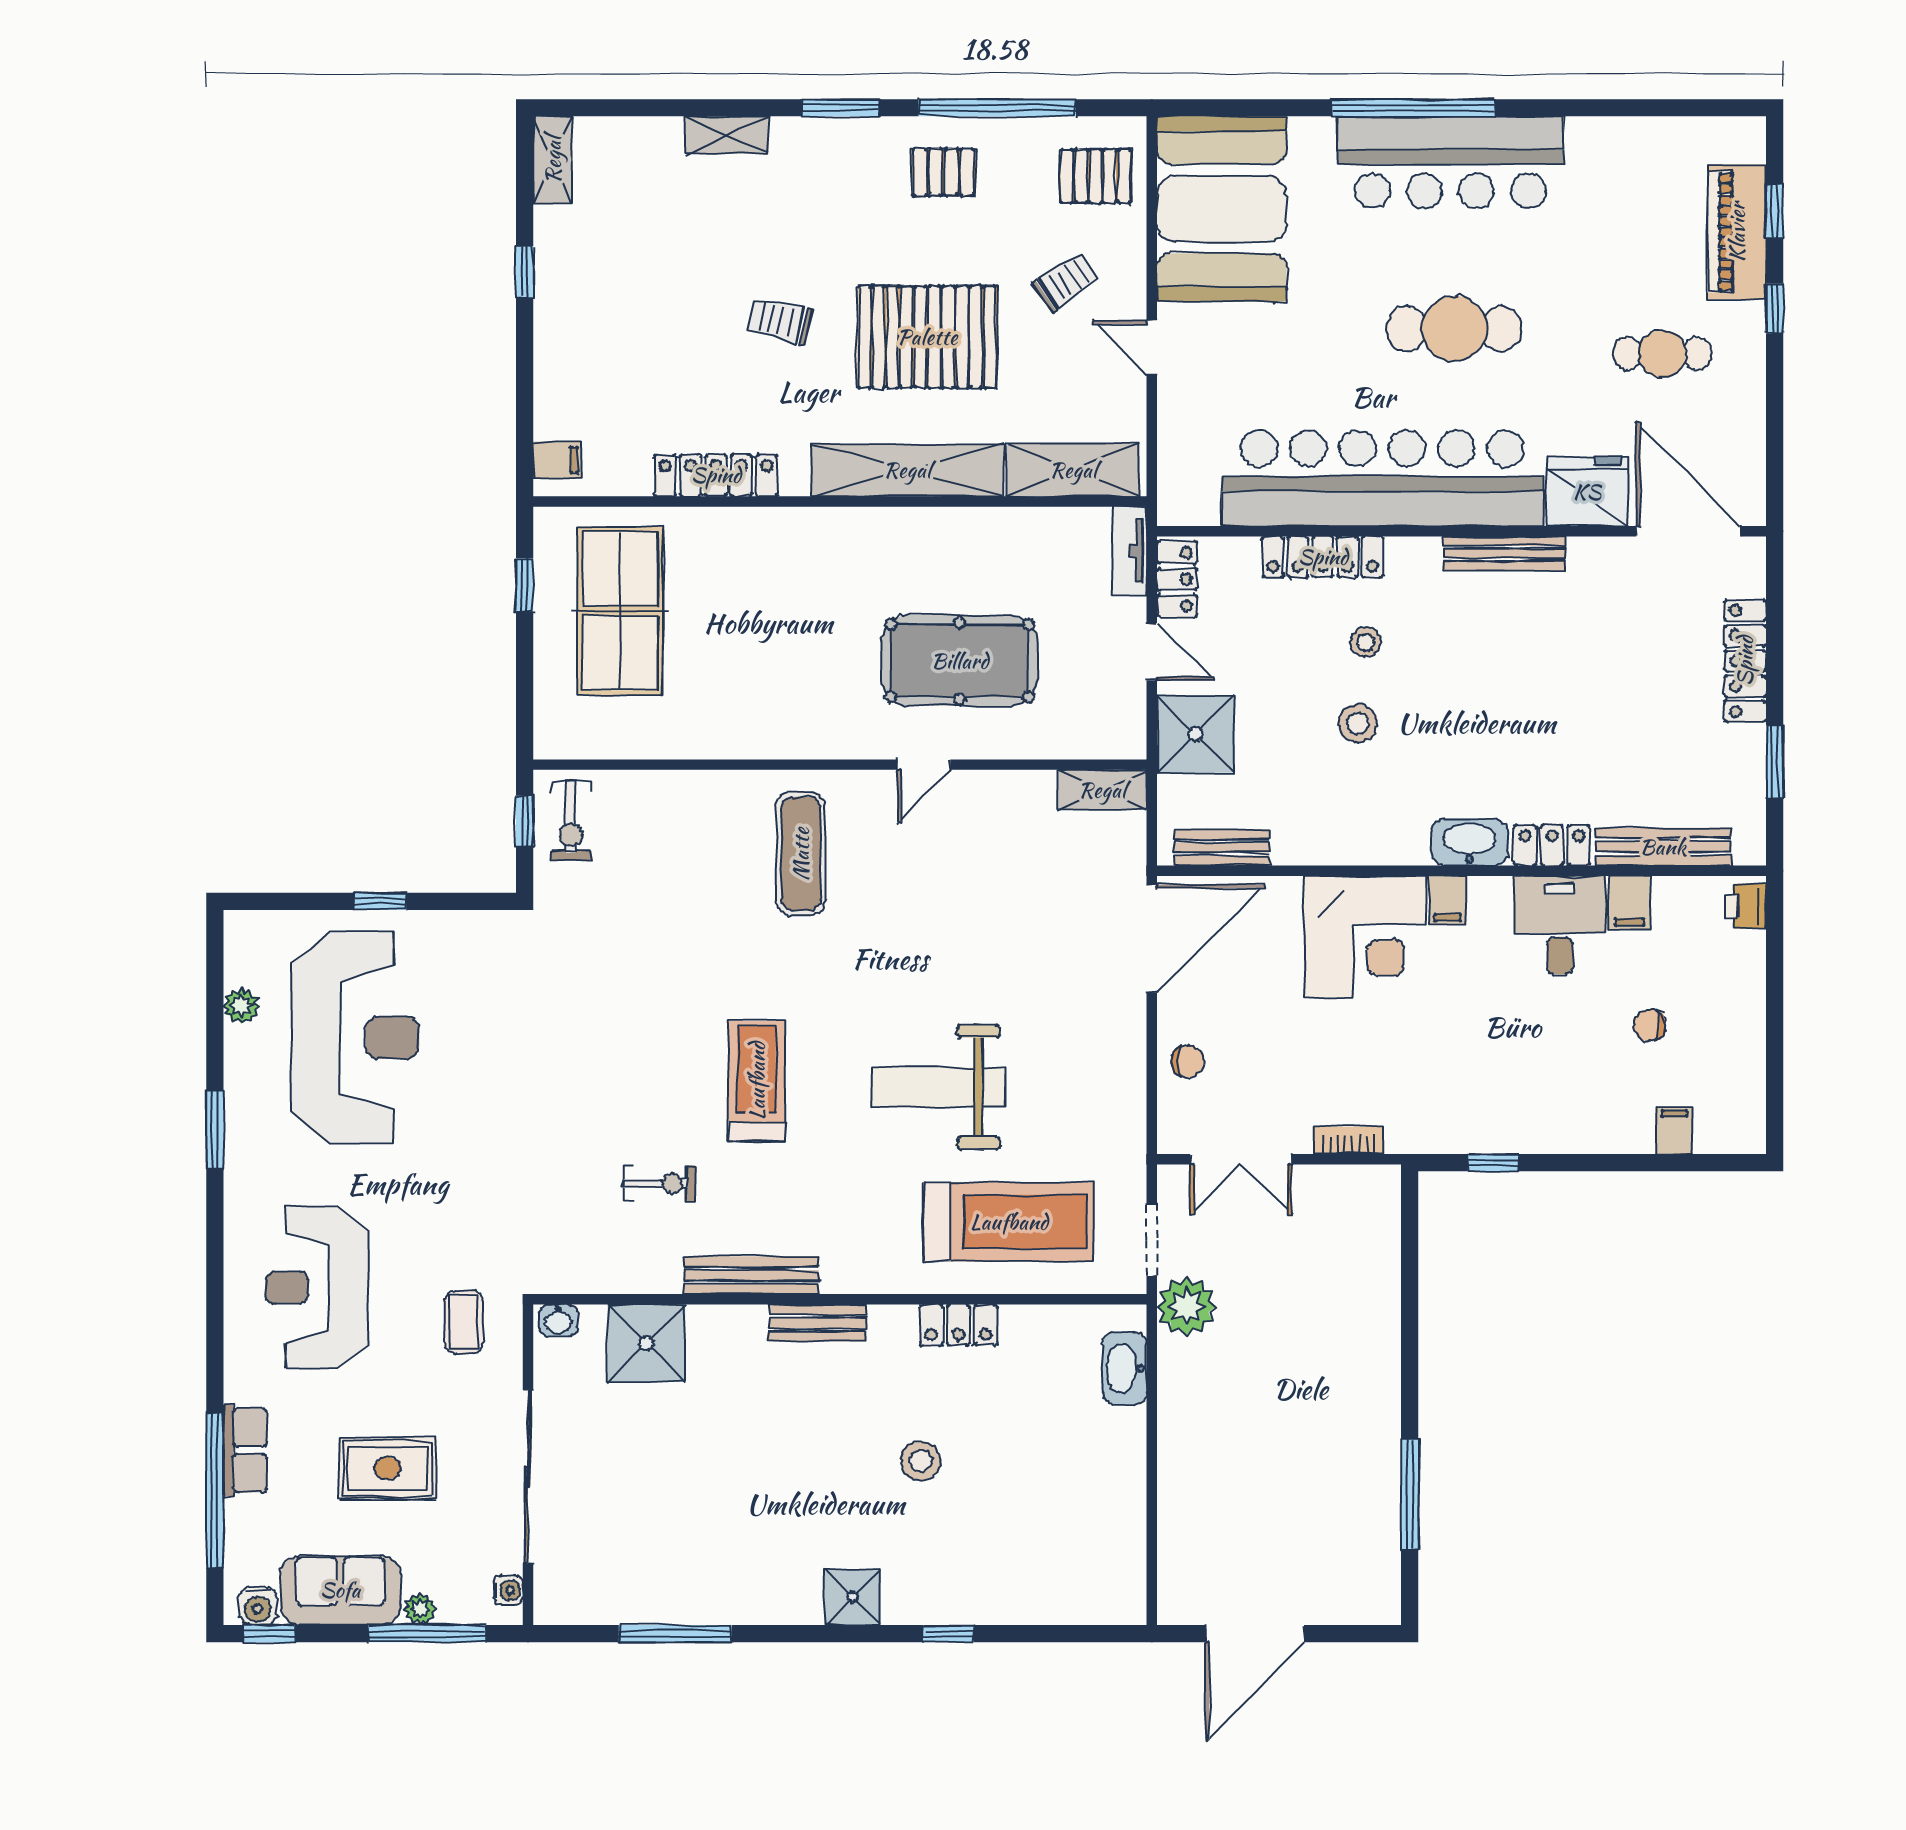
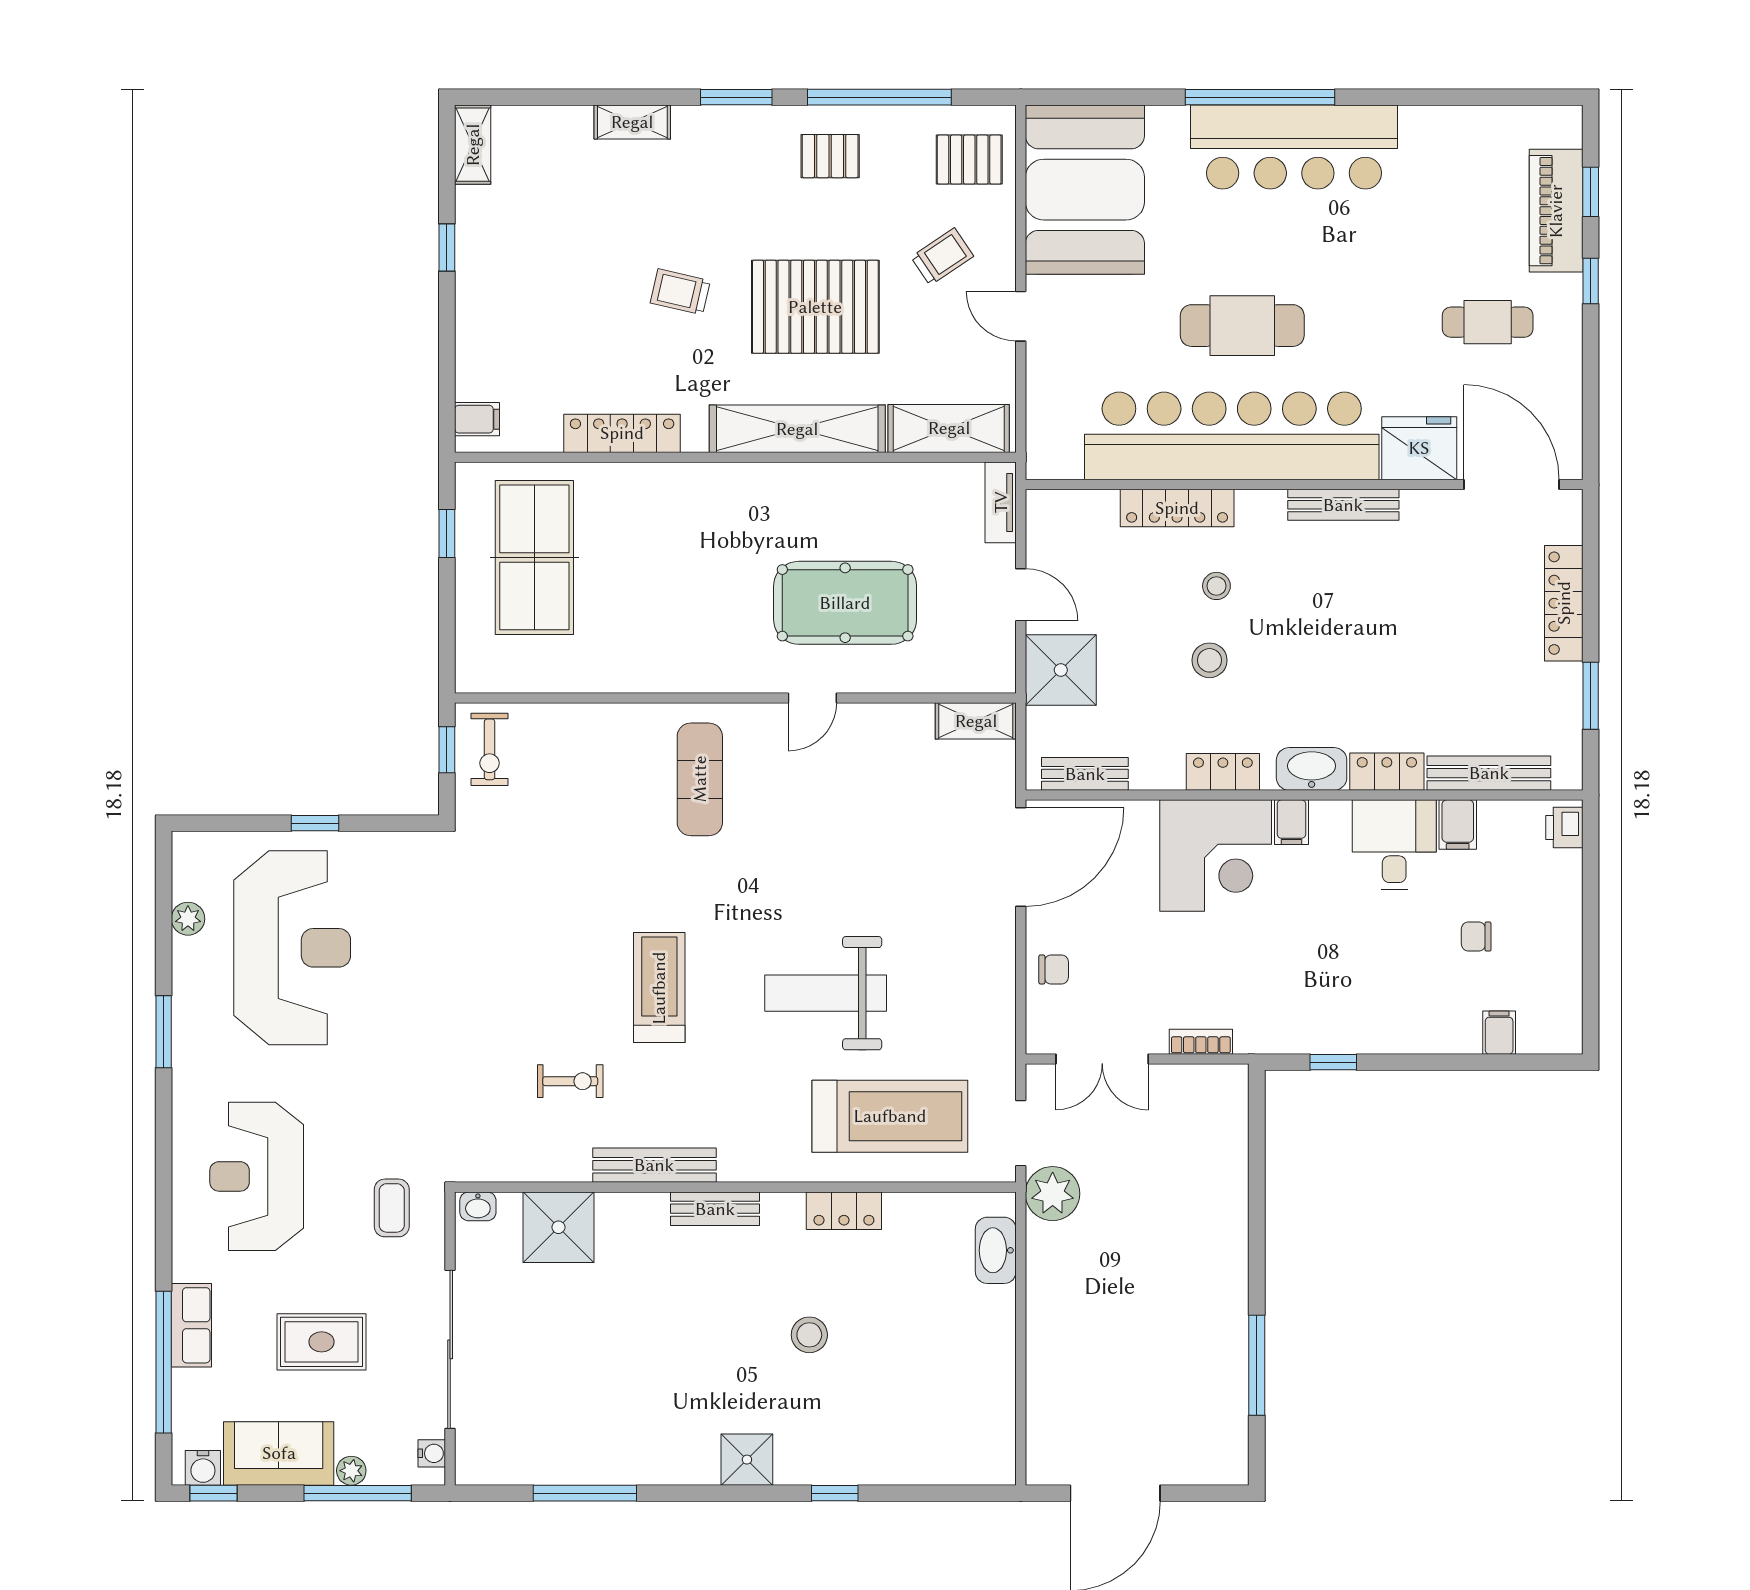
cafe table: (1454, 329) -> (1242, 326), moved
locker: (1177, 579) -> (1223, 772), moved, turned -90

